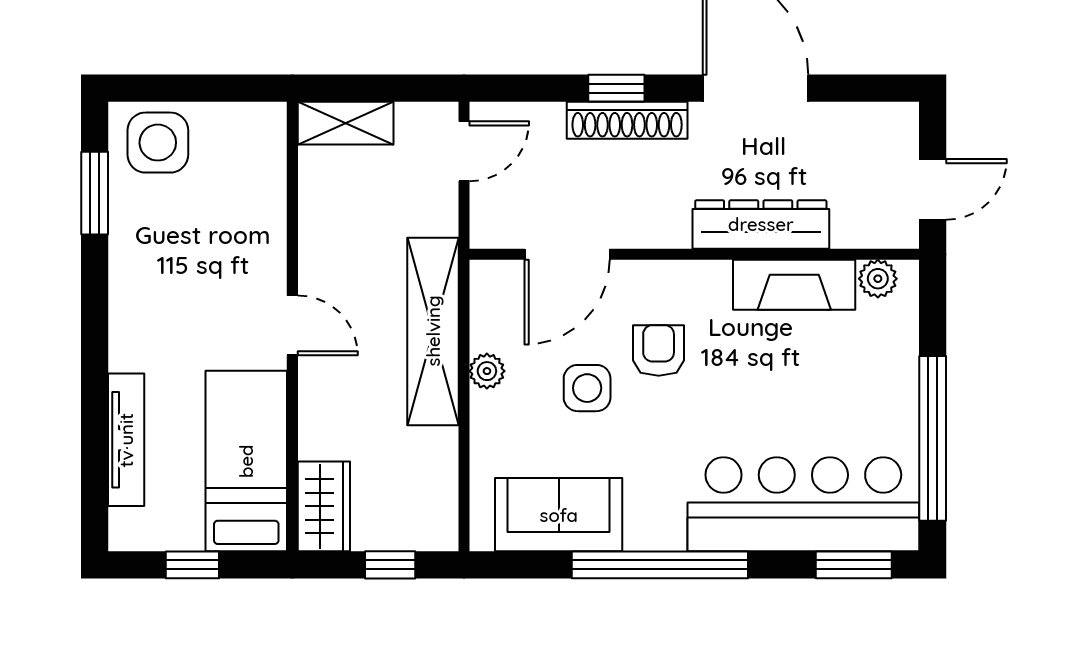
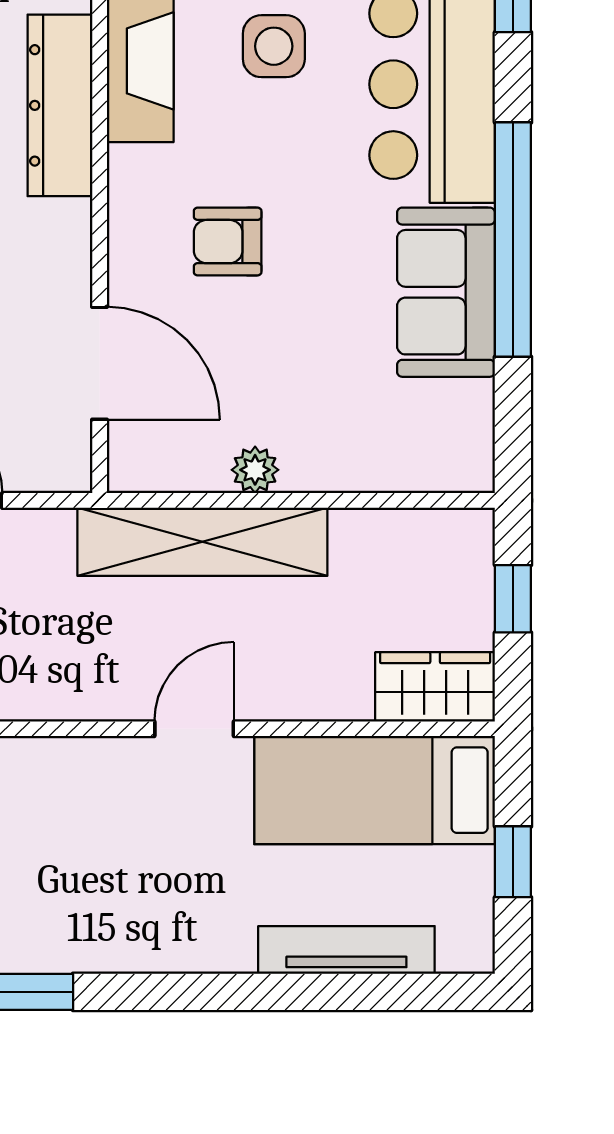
side table: (587, 388) -> (274, 46), moved
sofa: (559, 515) -> (446, 292), moved

